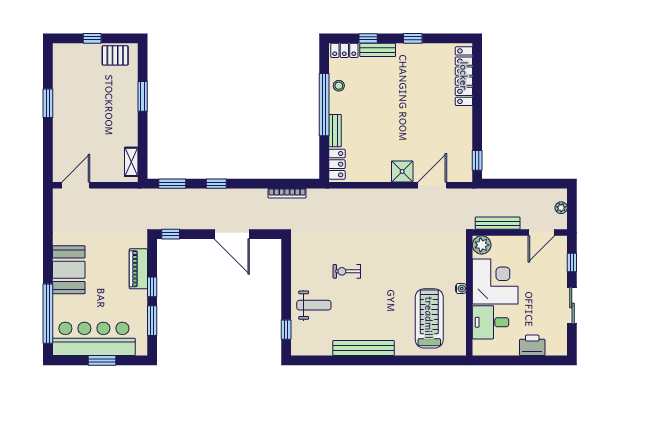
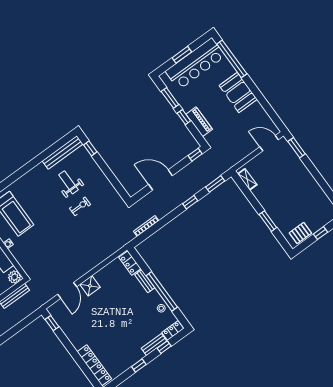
window: (48, 103) -> (297, 148), moved
door: (76, 185) -> (269, 143), swing flipped
weight bench: (314, 305) -> (69, 182), moved, turned 90
bench: (364, 348) -> (63, 153), moved

